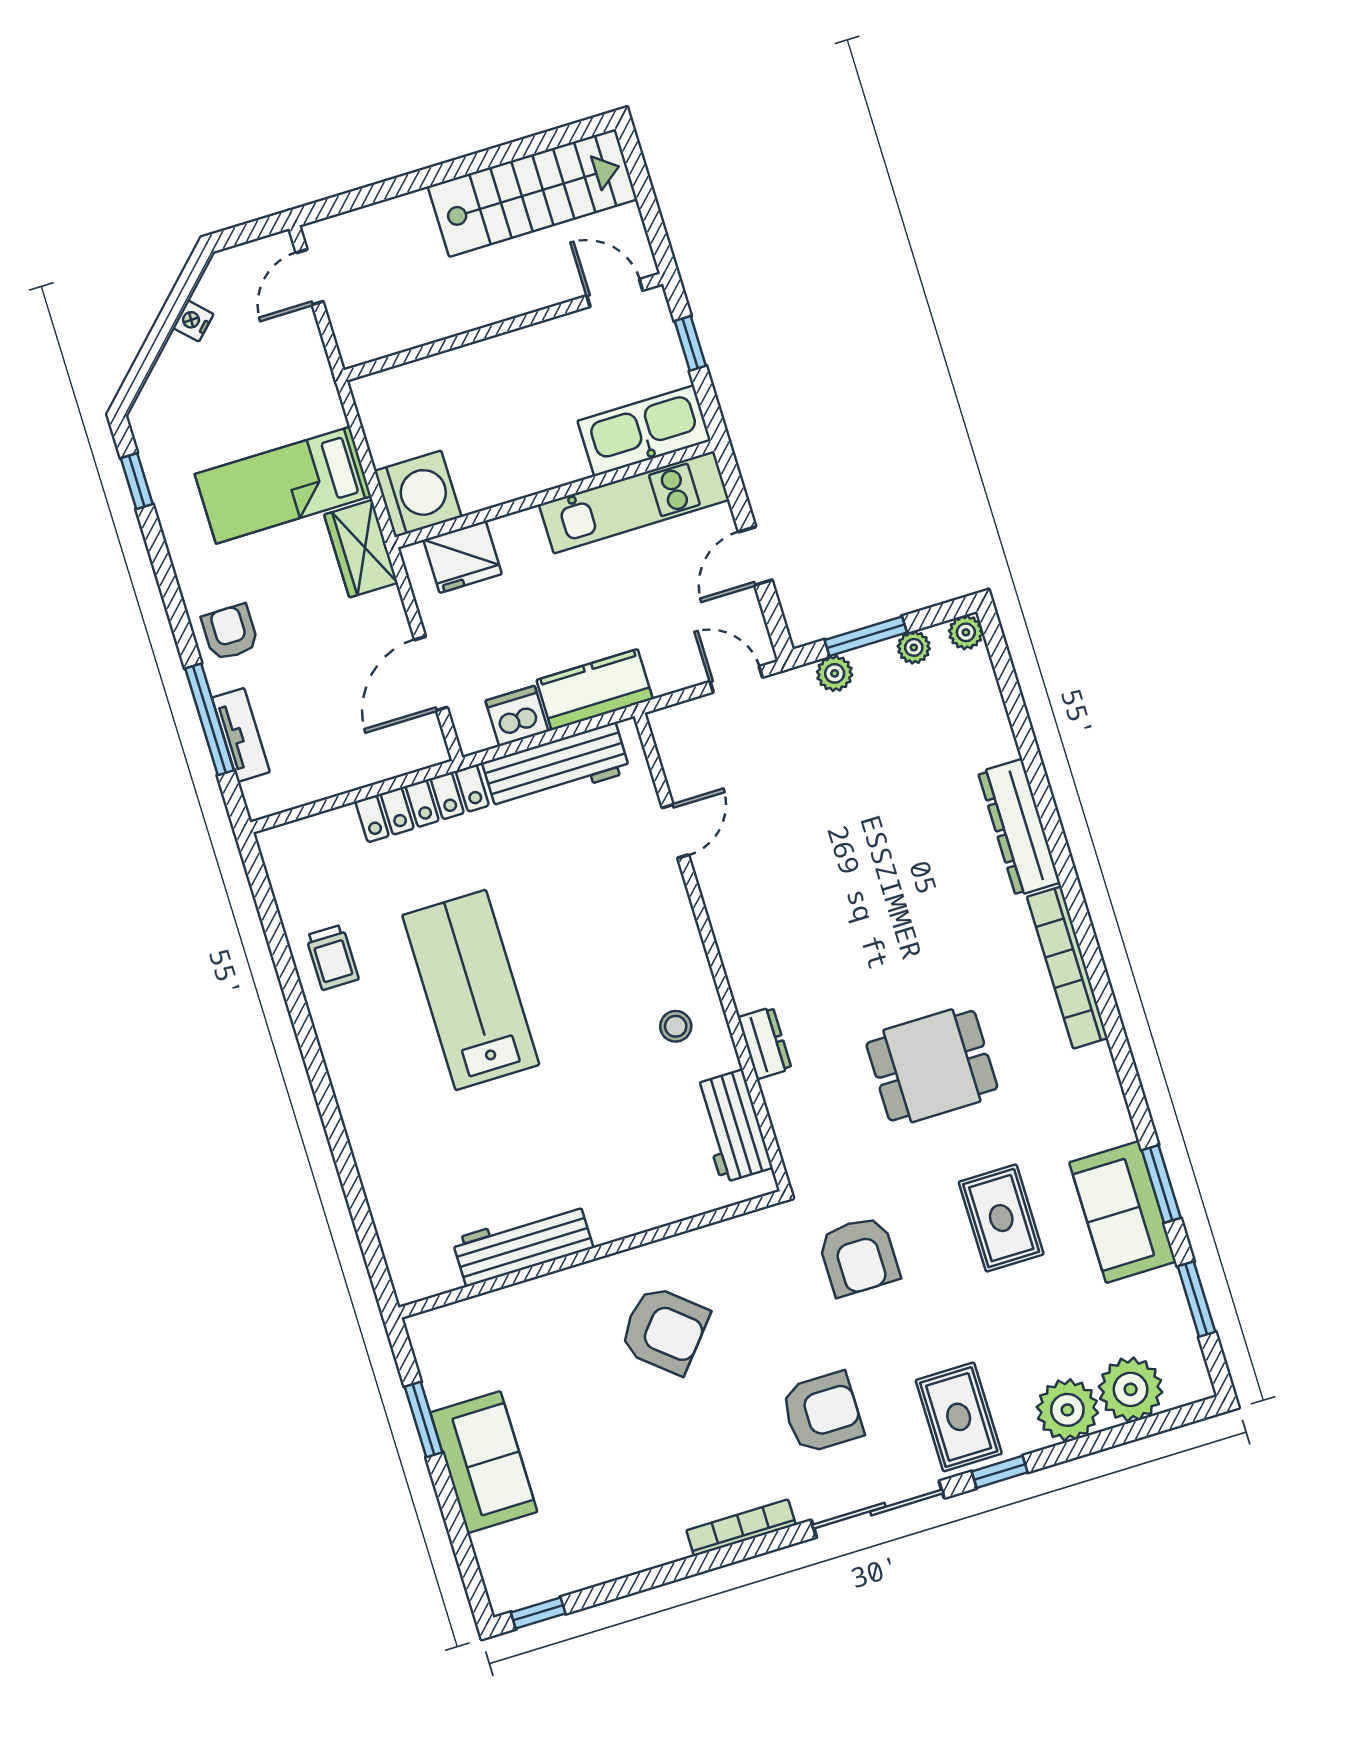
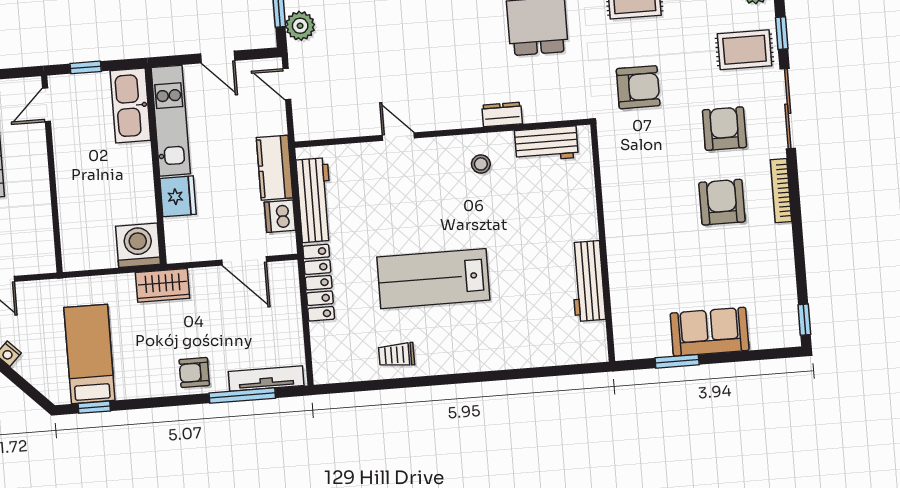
bed: (283, 485) -> (89, 354), moved, turned 180
fridge: (463, 557) -> (178, 196), moved
plant: (835, 673) -> (300, 26), width x1.38, depth x1.38
door: (736, 679) -> (287, 84), hinge flipped
tv unit: (241, 735) -> (266, 378), width x1.41
door: (675, 831) -> (398, 137), moved
trolley: (332, 957) -> (397, 355), turned 180
armchair: (664, 1330) -> (722, 202), moved, turned -40

